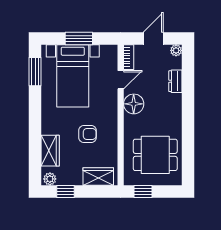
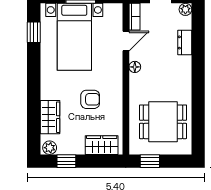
window: (35, 72) -> (34, 32), width x0.67
floor lamp: (134, 104) -> (135, 67), width x0.53, depth x0.53

